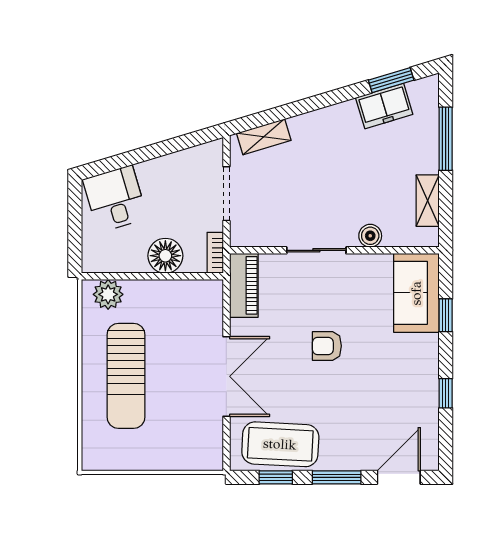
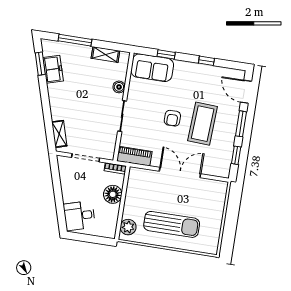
coffee table: (280, 444) -> (203, 124), moved

